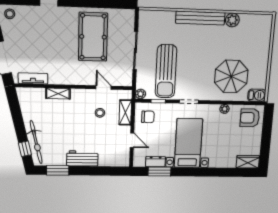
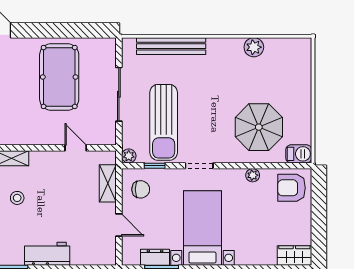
bench: (200, 18) -> (171, 46), moved
stool: (100, 113) -> (17, 198), moved

